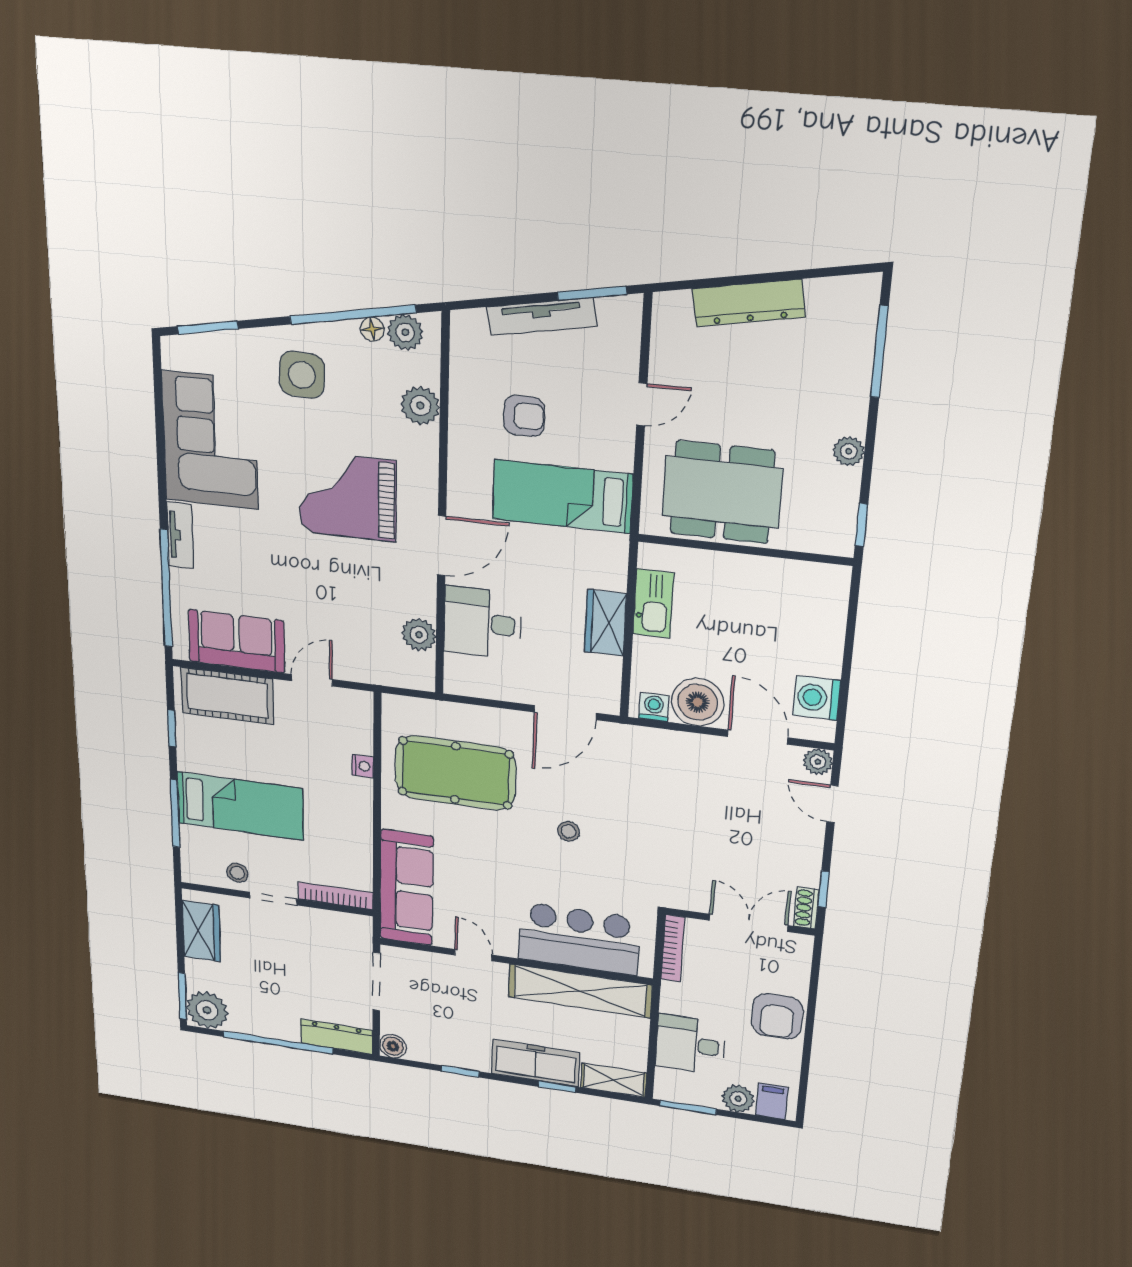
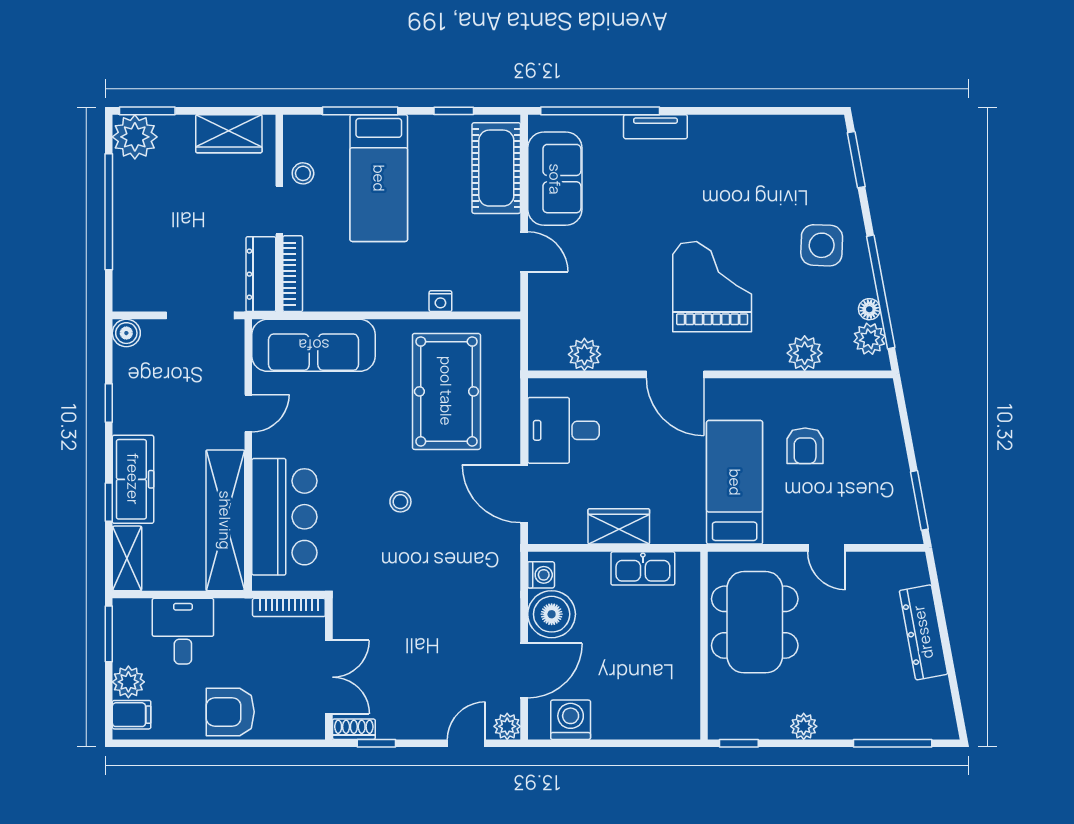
tv unit: (542, 317) -> (895, 458), removed
corner sofa: (210, 440) -> (751, 159), removed
desk: (482, 623) -> (563, 430), moved, turned -90
dresser: (337, 1037) -> (261, 274), moved, turned 180

